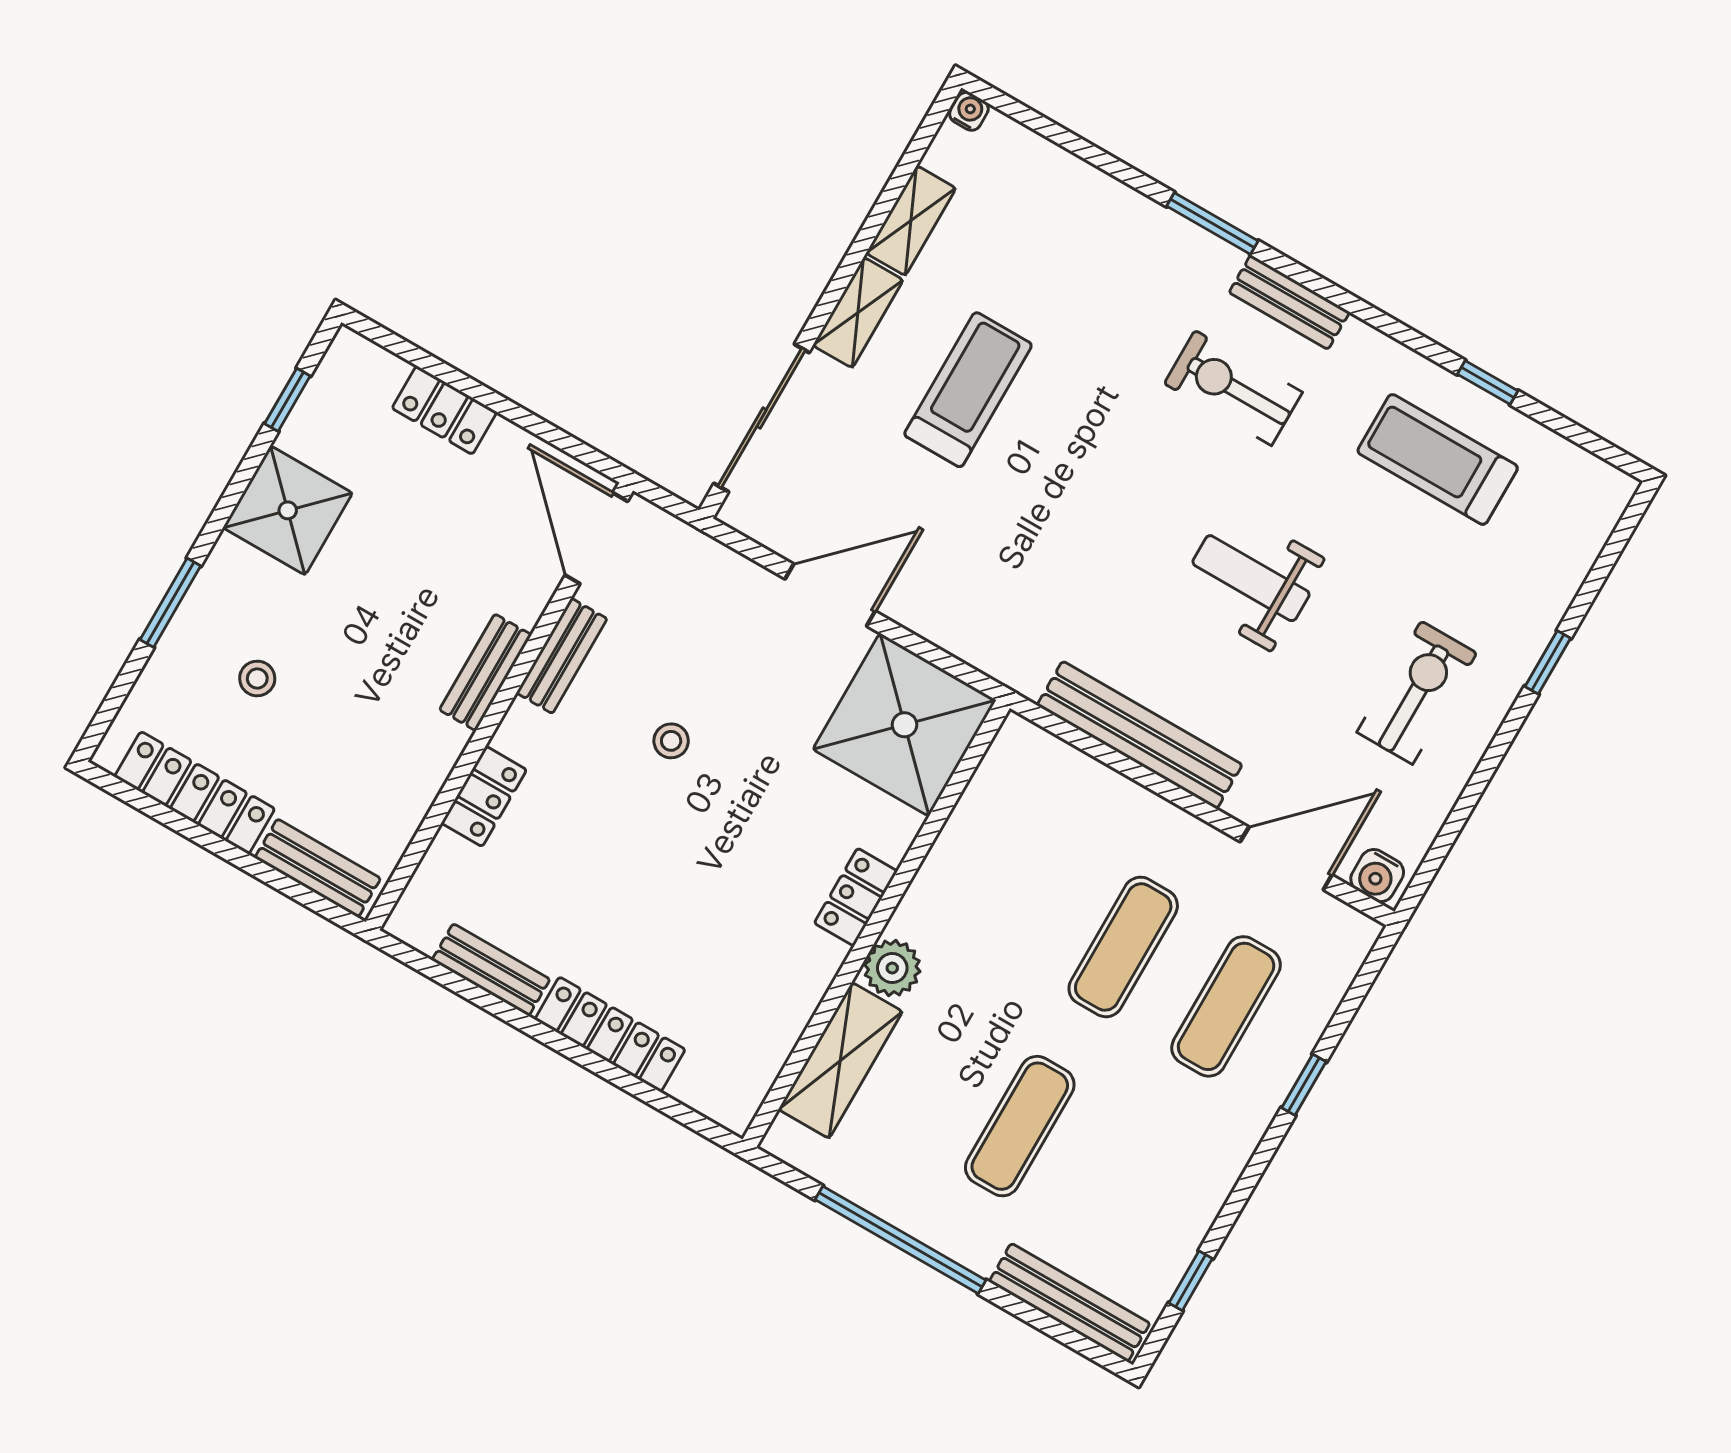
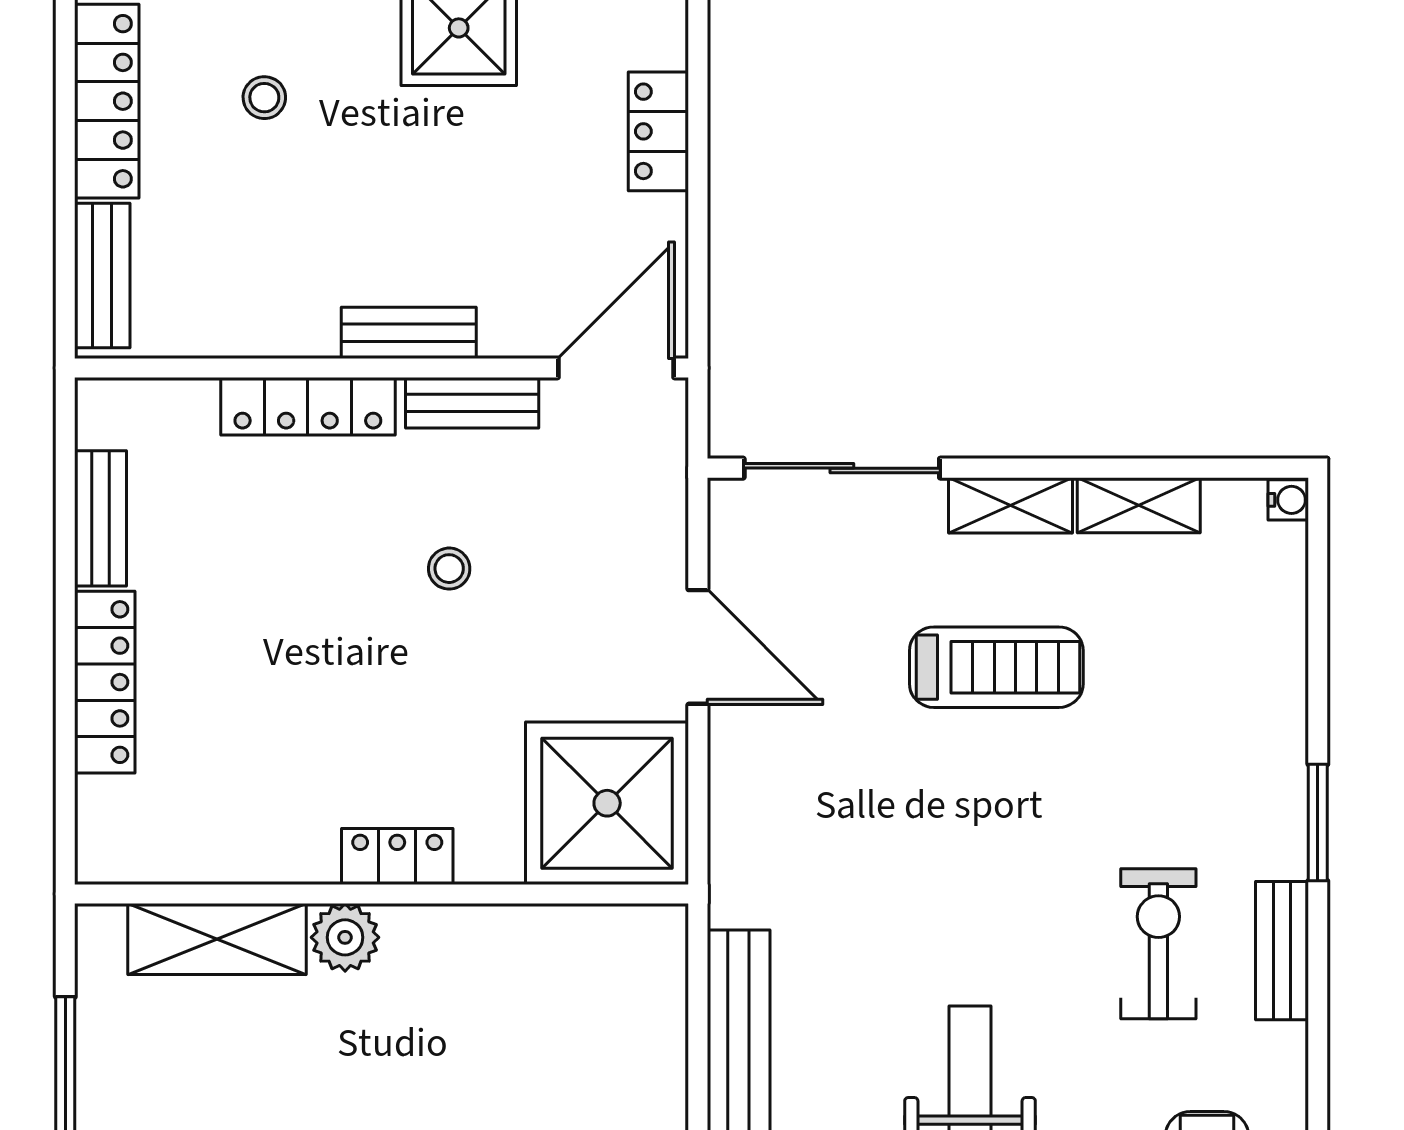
locker: (484, 796) -> (308, 406), width x1.53

